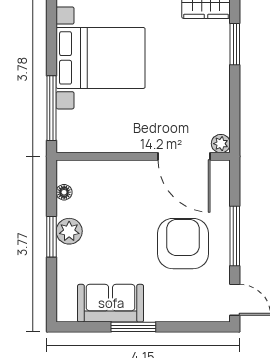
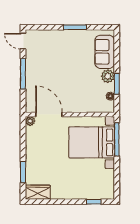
bed with nightstands: (101, 58) -> (92, 142), moved
window: (52, 237) -> (117, 84), moved
armchair: (183, 244) -> (50, 70), removed
sofa: (111, 303) -> (105, 52), moved, turned 90

